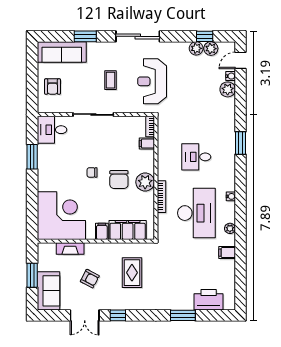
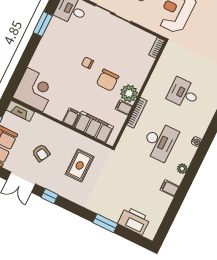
filing cabinet: (147, 144) -> (124, 108), moved
desk: (196, 213) -> (160, 141), width x0.73, depth x0.77
corner desk: (61, 216) -> (35, 90), width x0.74, depth x0.74
fireplace: (70, 249) -> (20, 111), moved

